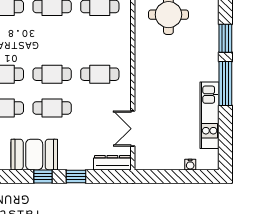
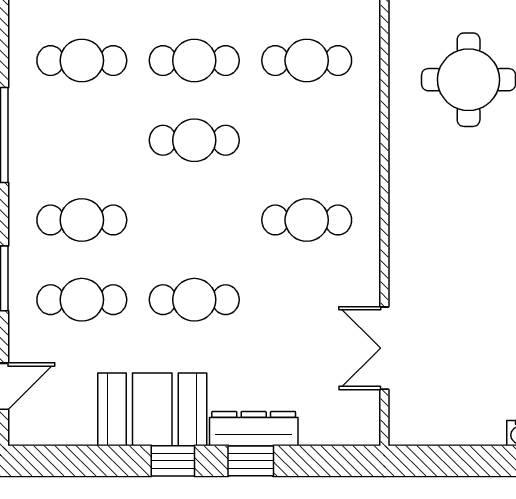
cafe table: (52, 74) -> (194, 140), moved
dresser: (112, 163) -> (254, 429), moved

